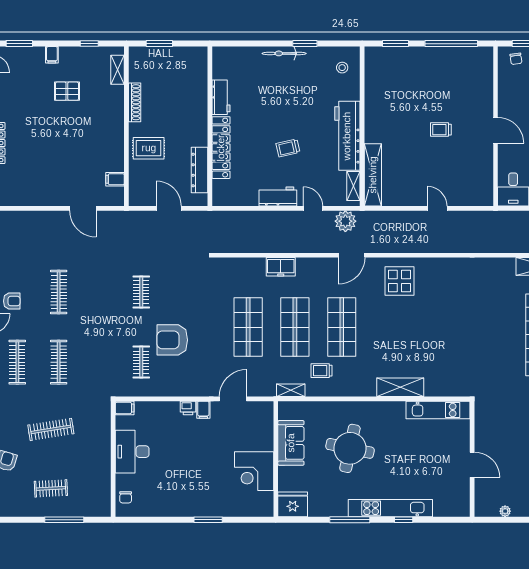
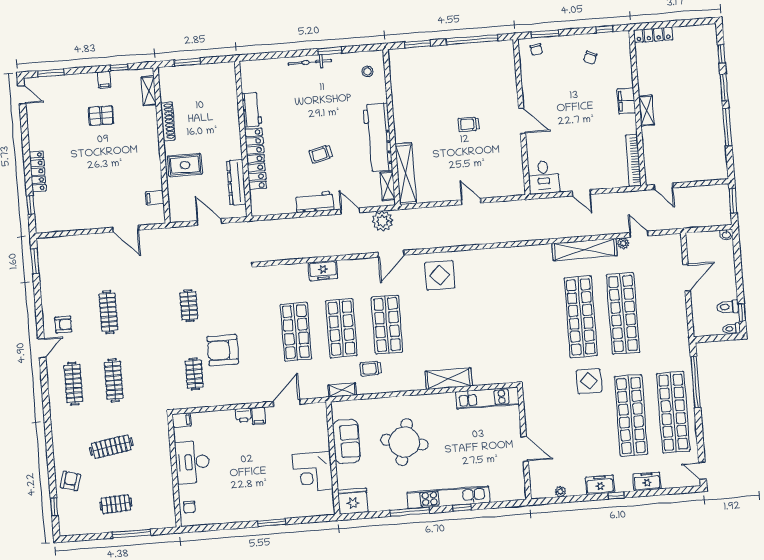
filing cabinet: (52, 55) -> (104, 80), moved

